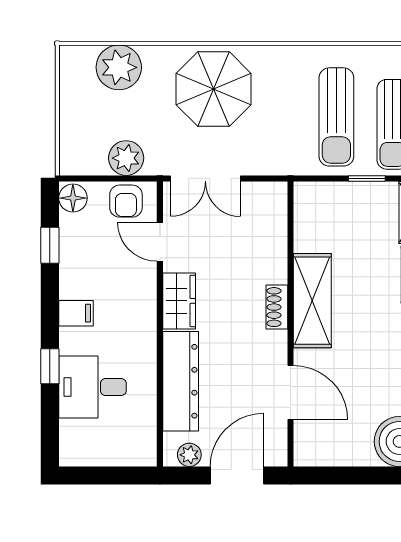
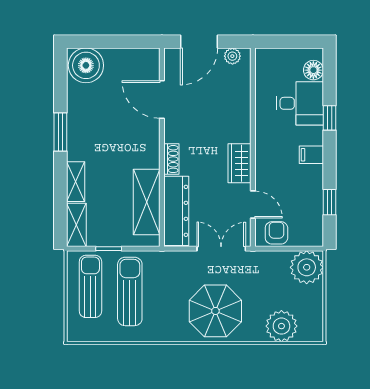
plant: (126, 158) -> (307, 267), moved, width x1.36, depth x1.36
floor lamp: (73, 198) -> (313, 70), moved
shelving: (312, 301) -> (147, 202), moved
dresser: (181, 381) -> (176, 211), moved, turned 180

